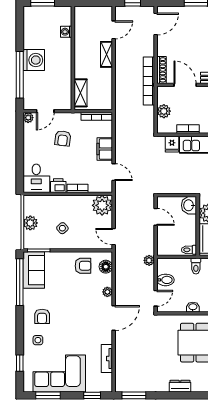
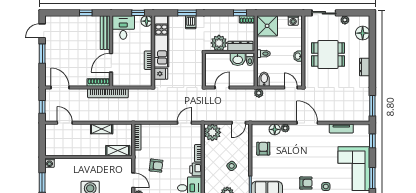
washing machine: (66, 32) -> (49, 163), moved
shelving: (106, 54) -> (102, 129), moved
plant: (164, 111) -> (133, 81), removed
filing cabinet: (105, 149) -> (165, 130), removed
washbasin: (189, 205) -> (238, 59), moved
floor lamp: (106, 267) -> (275, 129), moved
bidet: (166, 280) -> (264, 79), moved

